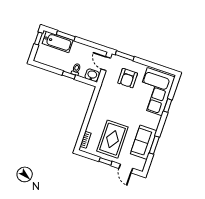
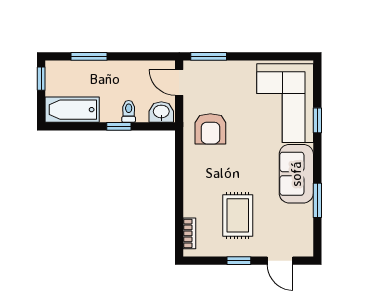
bathtub: (58, 42) -> (72, 110), moved, turned 180
armchair: (128, 78) -> (210, 129), moved
rug: (112, 139) -> (238, 215), width x0.73, depth x0.70
sofa: (144, 142) -> (296, 174), moved

